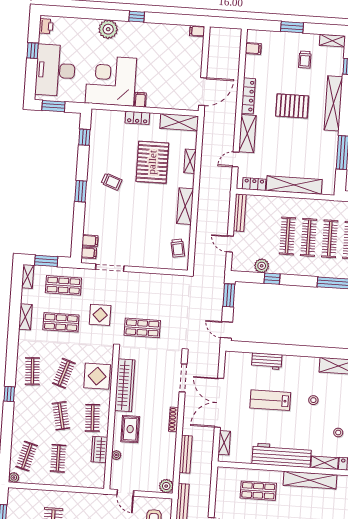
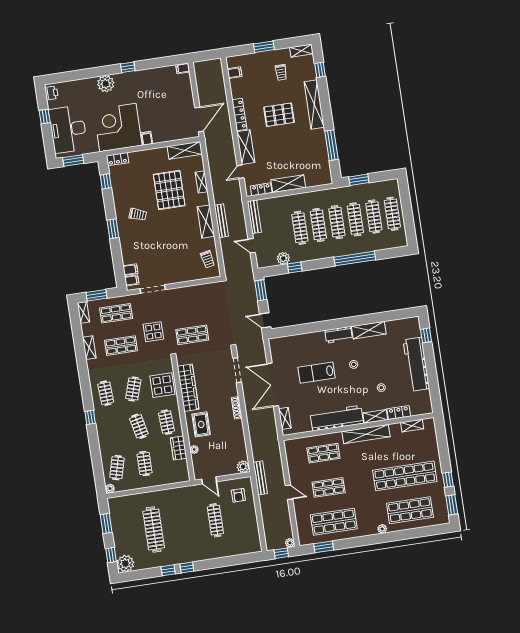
locker: (137, 118) -> (118, 159), moved
shelving: (294, 185) -> (288, 184), width x0.68
workbench: (267, 361) -> (339, 335), moved
bench: (186, 454) -> (221, 221), moved

